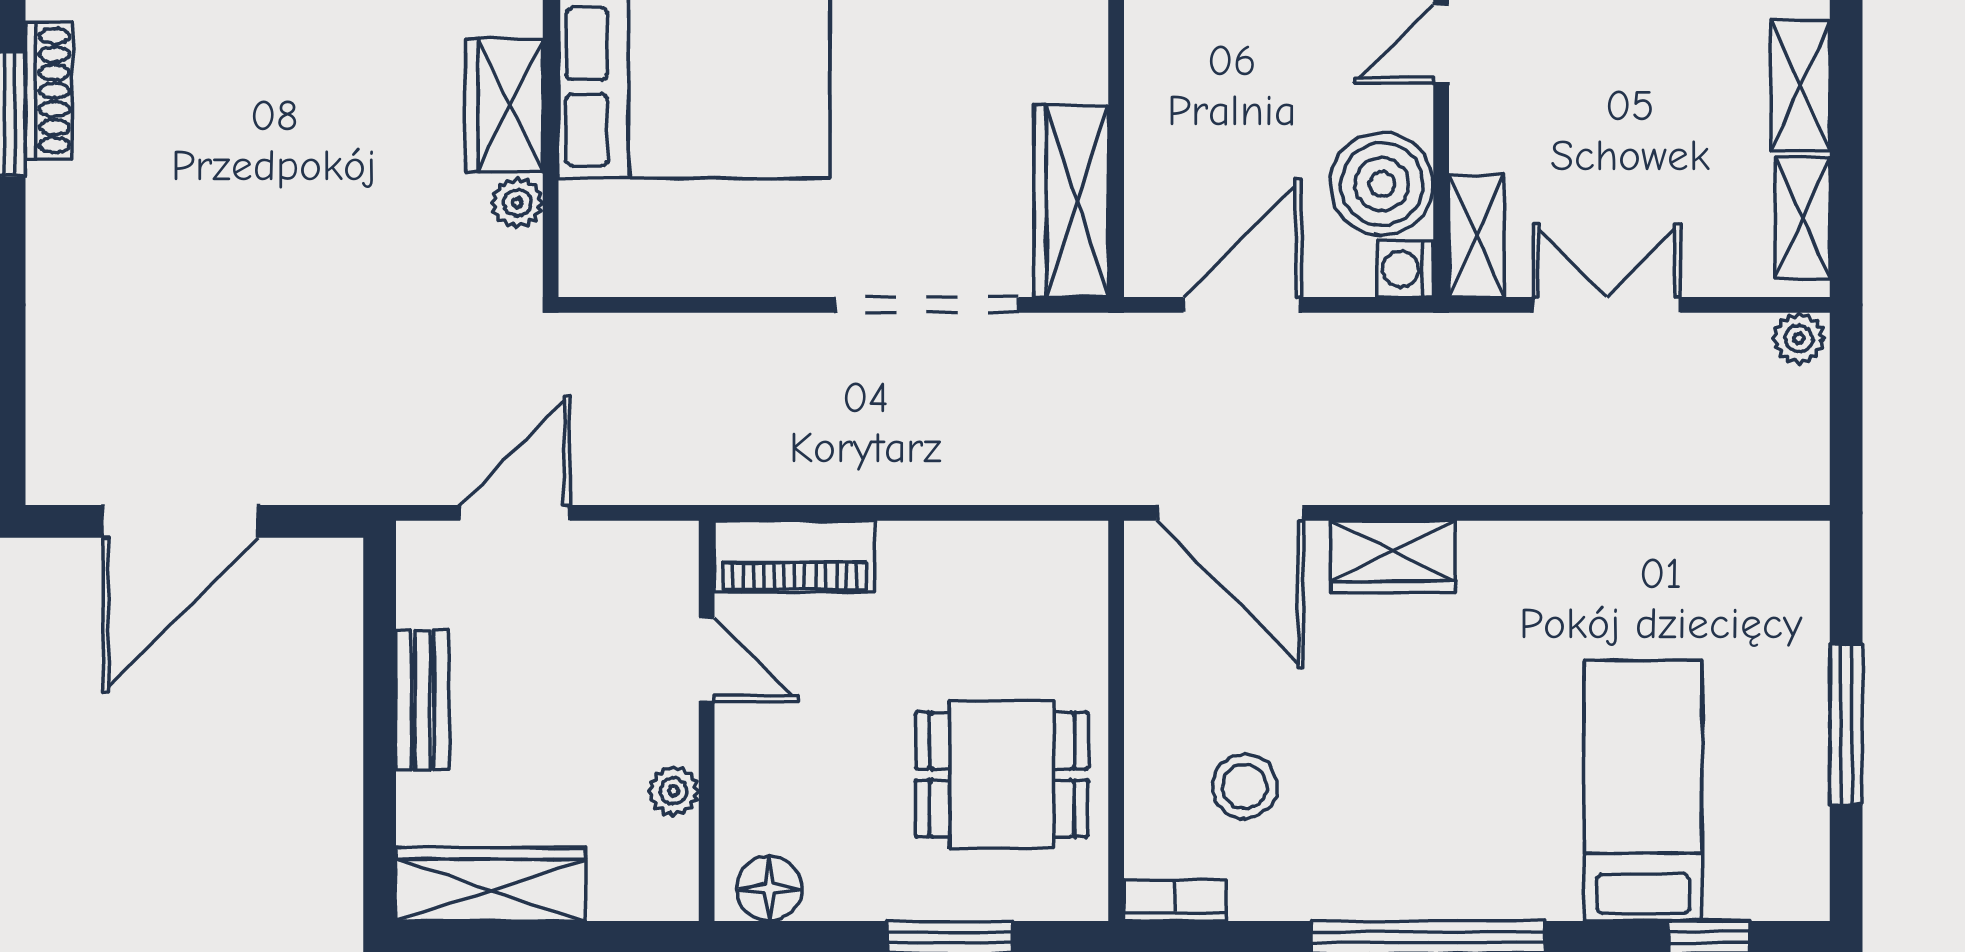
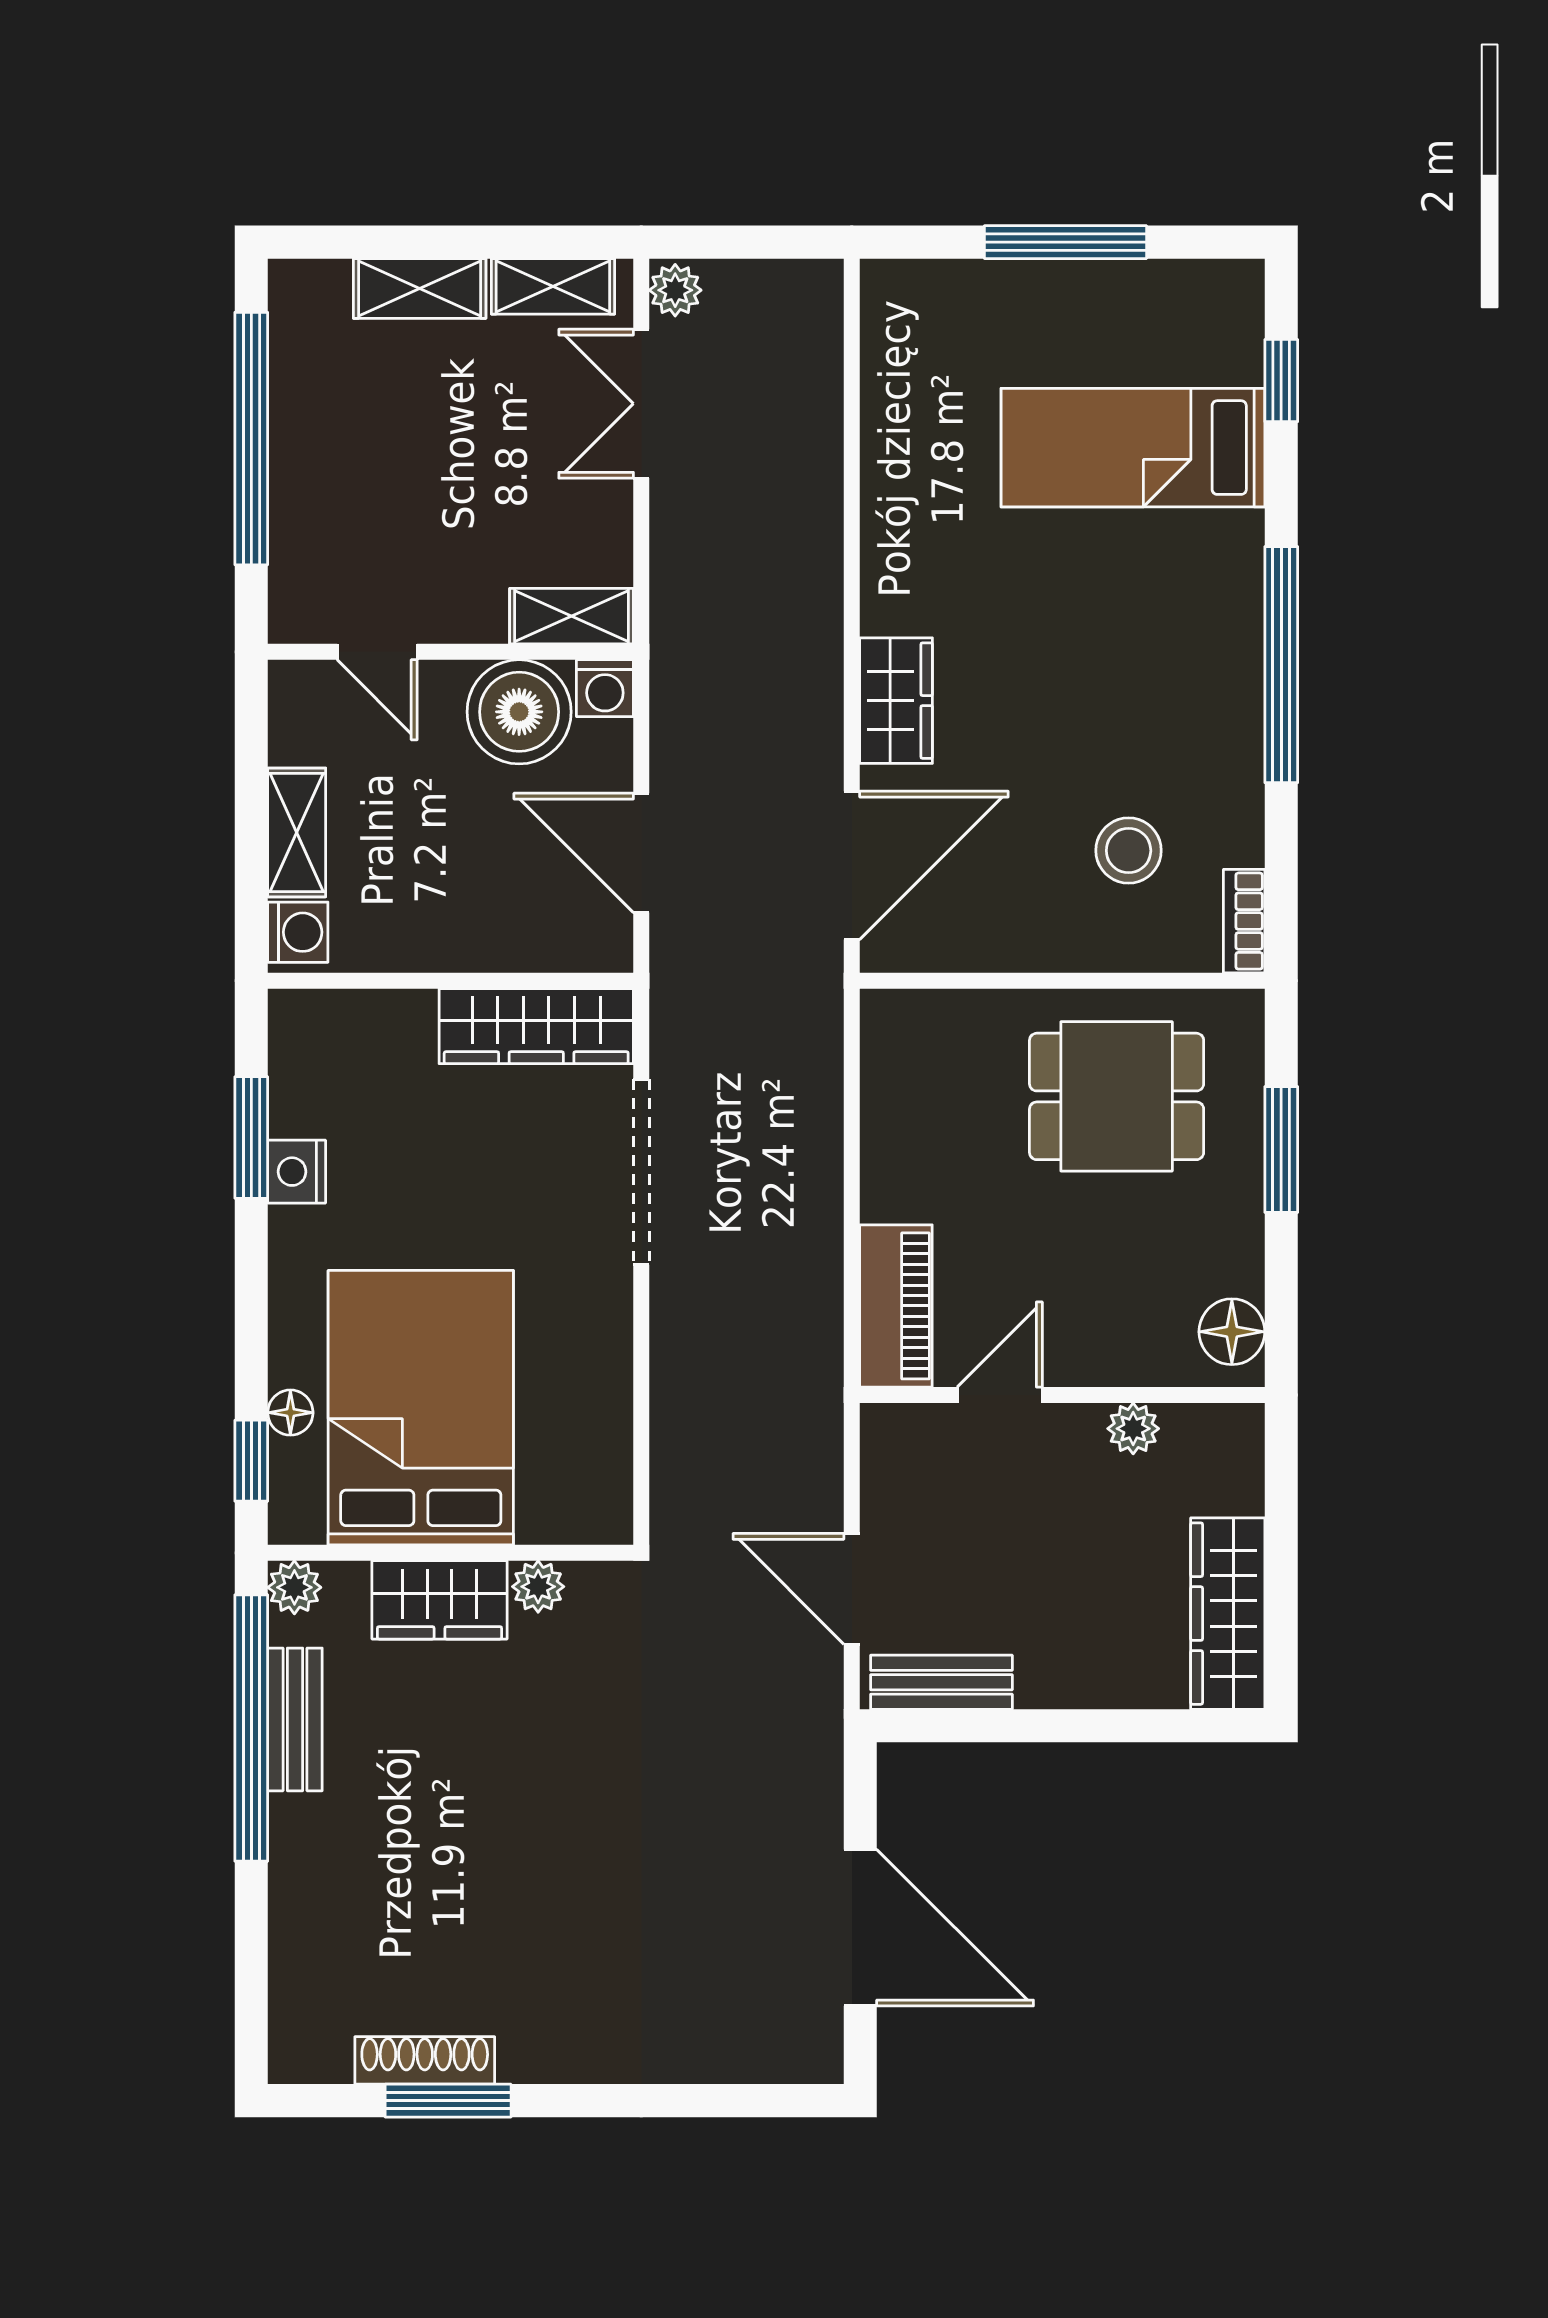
double door: (1607, 305) -> (641, 404), moved
bench: (423, 700) -> (941, 1682), moved
dining table: (1002, 775) -> (1117, 1096), turned 90

